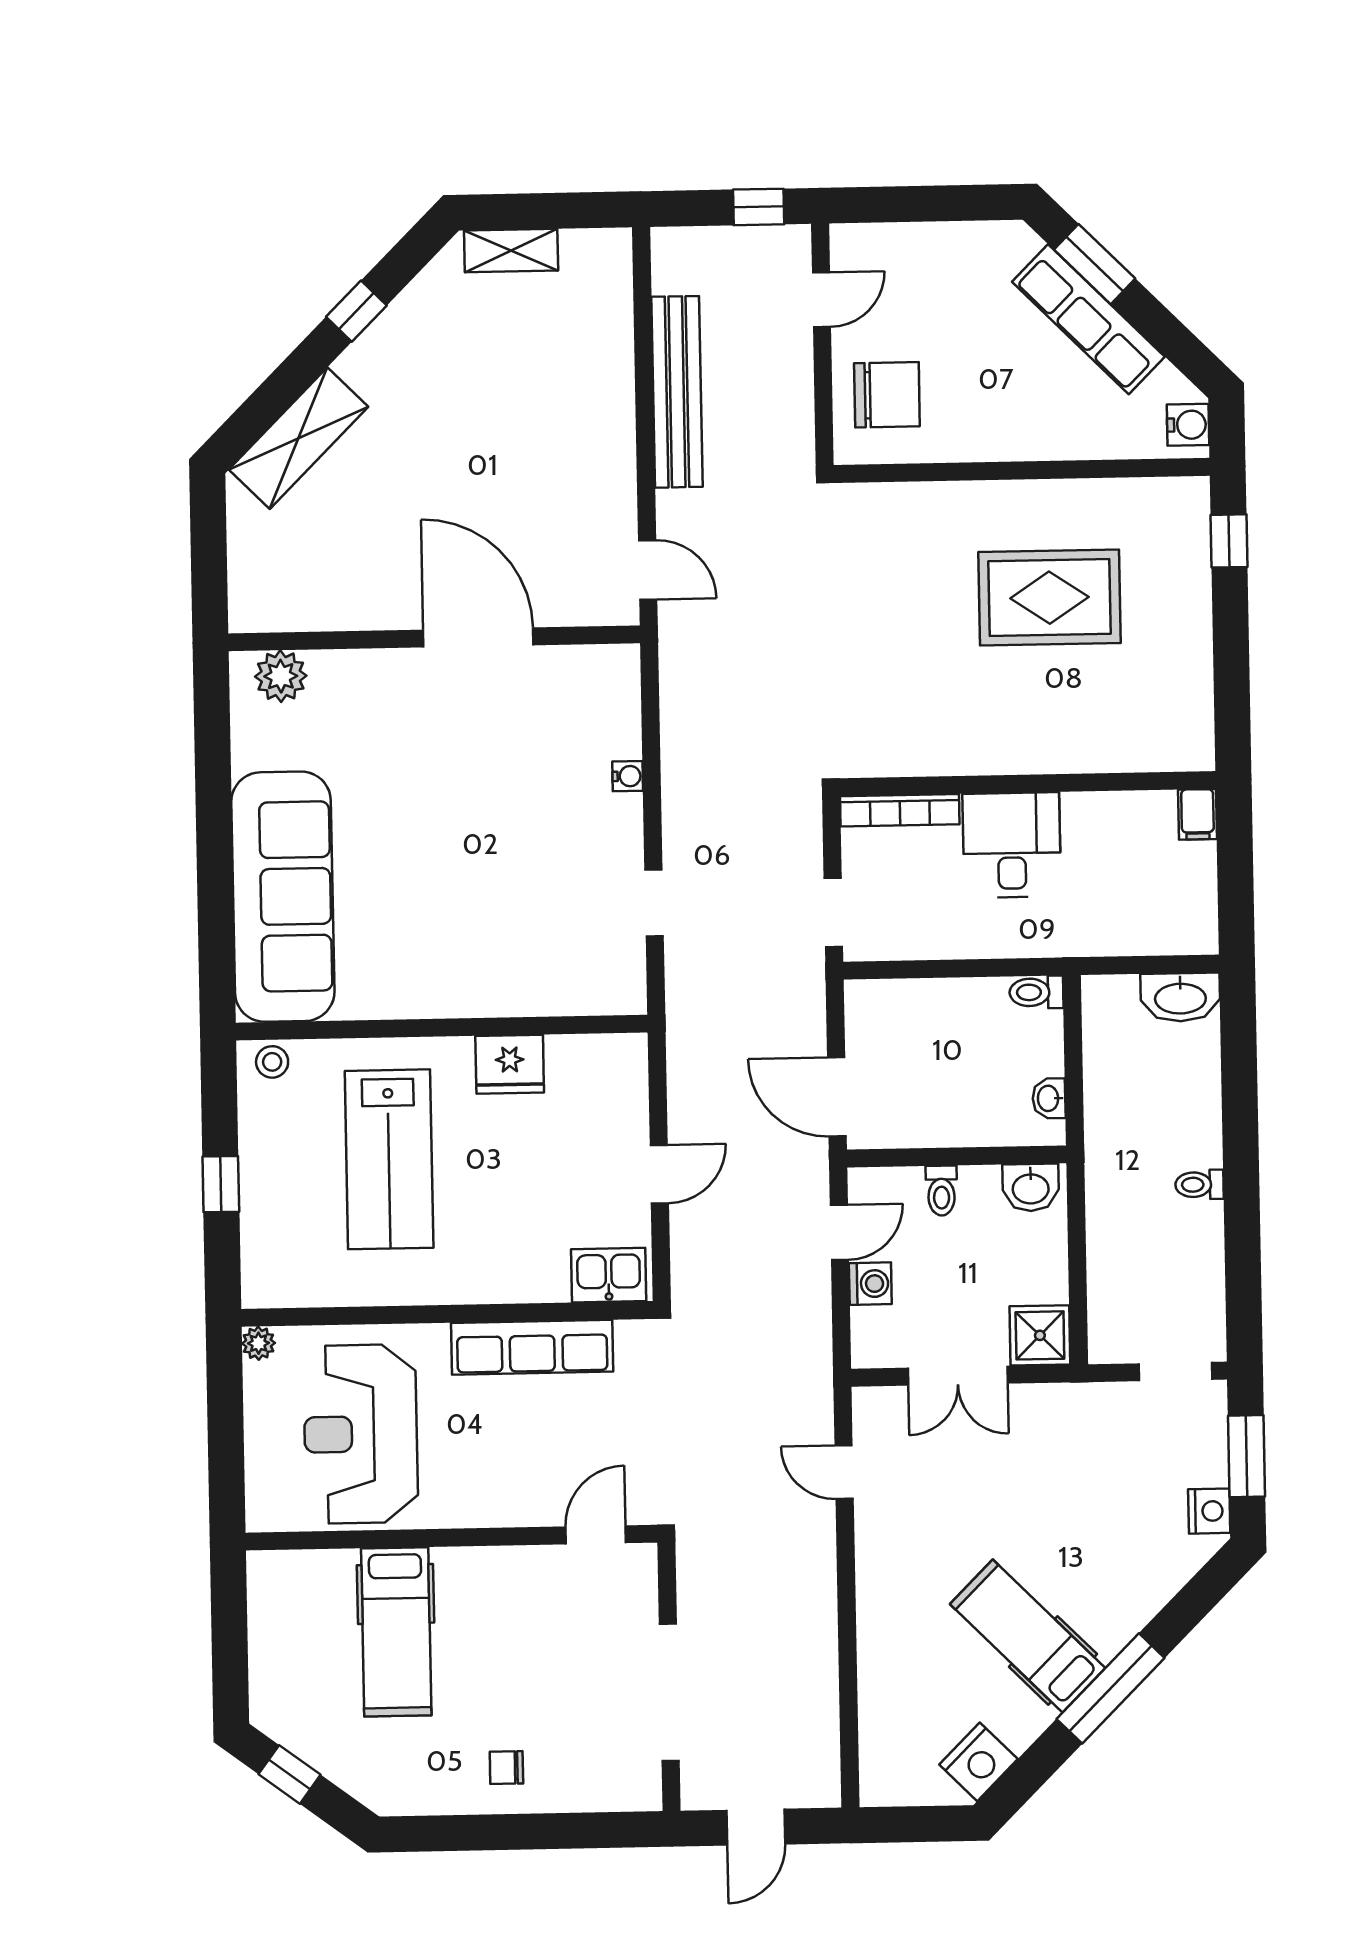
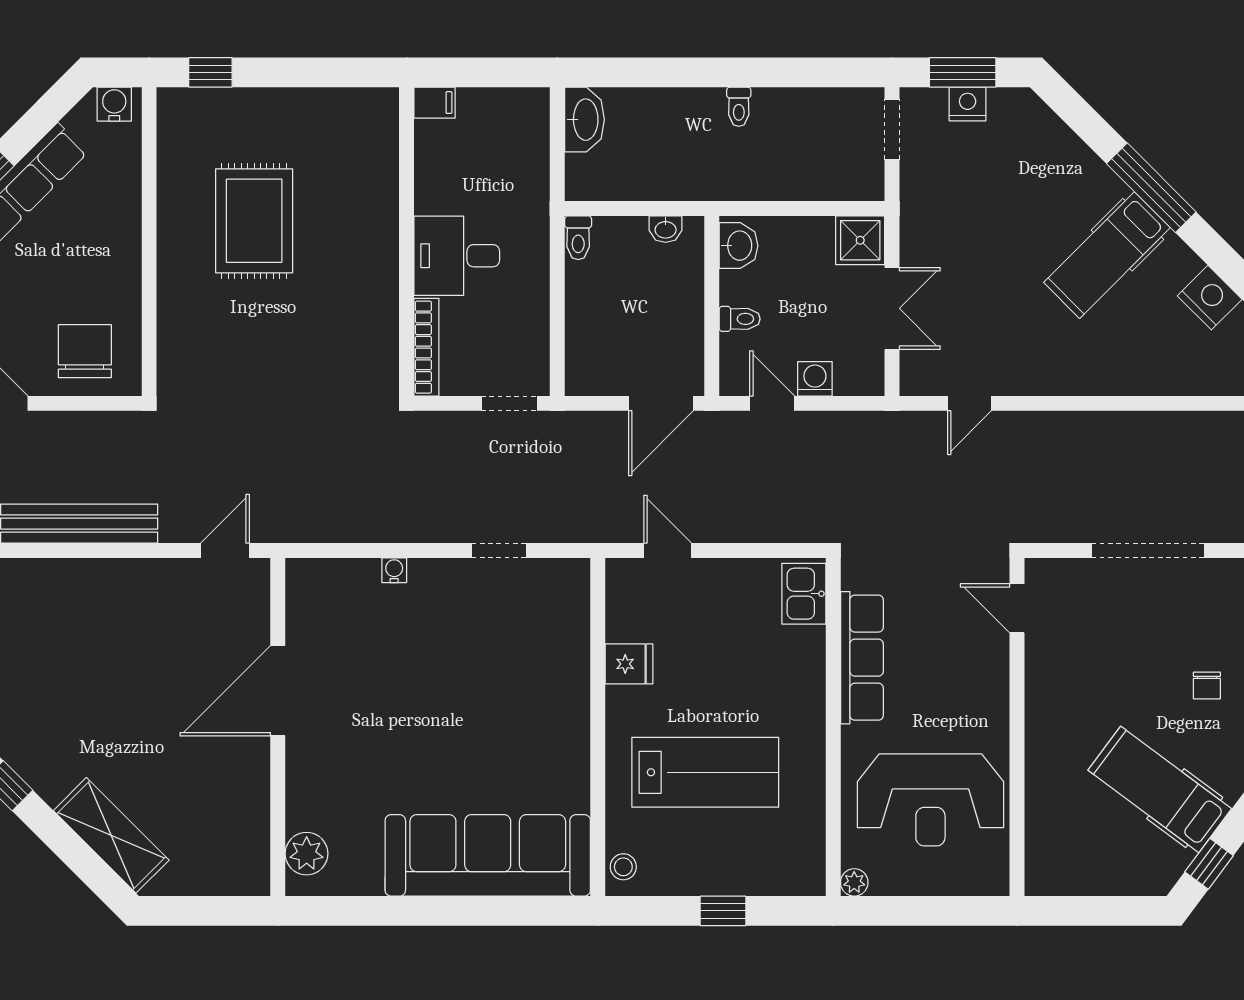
fridge: (510, 1064) -> (629, 664), width x0.72
door: (659, 1174) -> (668, 550), moved
nightstand: (1209, 1511) -> (968, 104), moved
hospital bed: (396, 1632) -> (1160, 789), moved, turned -143

